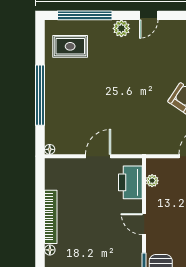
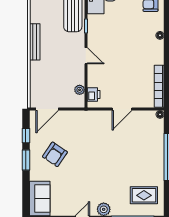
printer: (130, 182) -> (94, 95), width x0.53, depth x0.68
bookcase: (51, 217) -> (159, 86), moved

